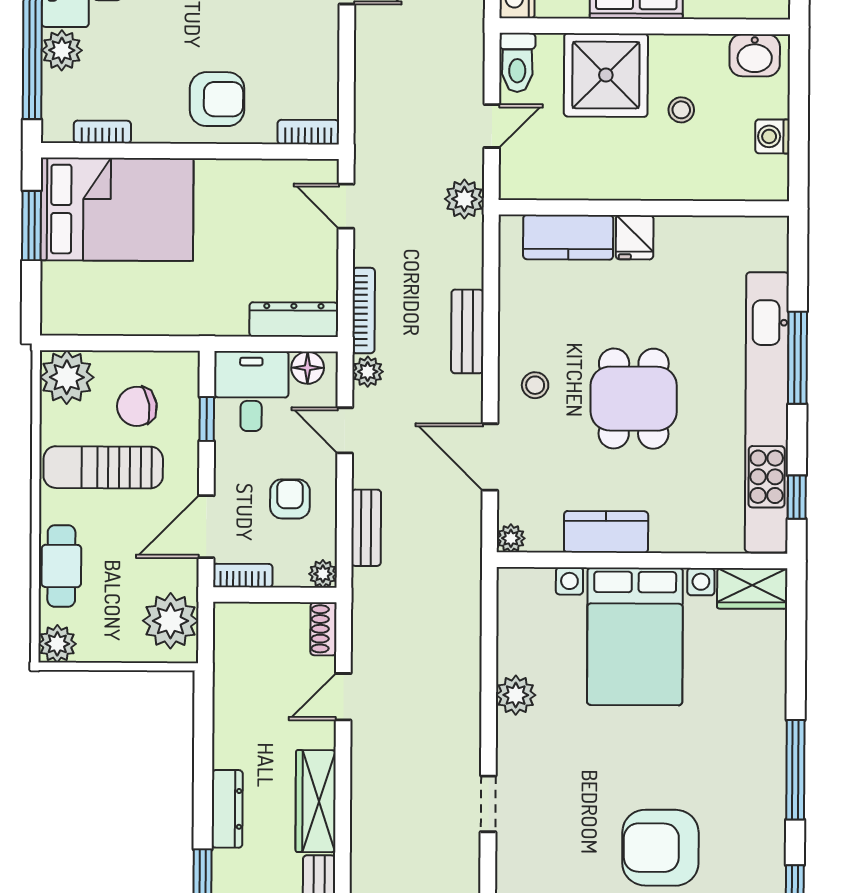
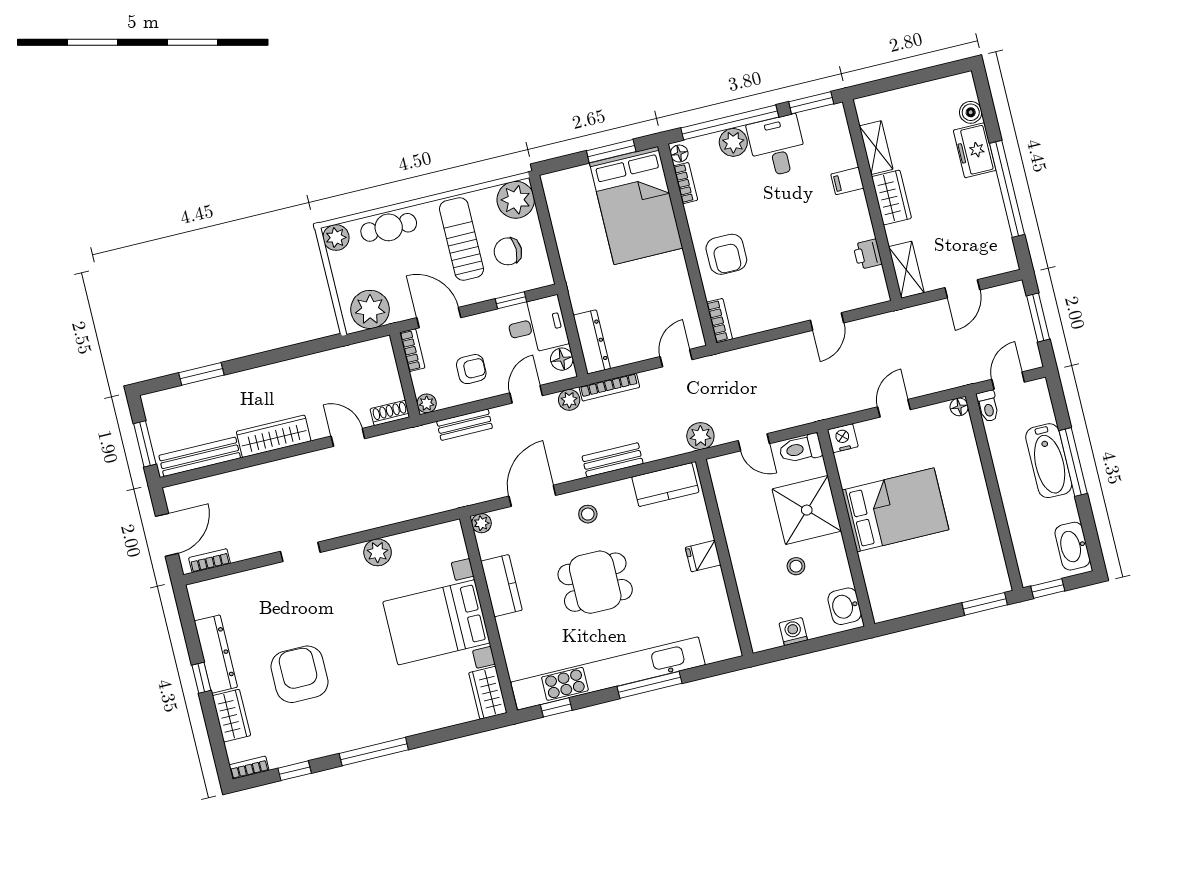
floor lamp: (58, 130) -> (679, 153), added
kitchen counter: (568, 237) -> (665, 485), moved, turned -90
chair: (137, 406) -> (508, 251), turned -81
dresser: (227, 809) -> (254, 378), removed

